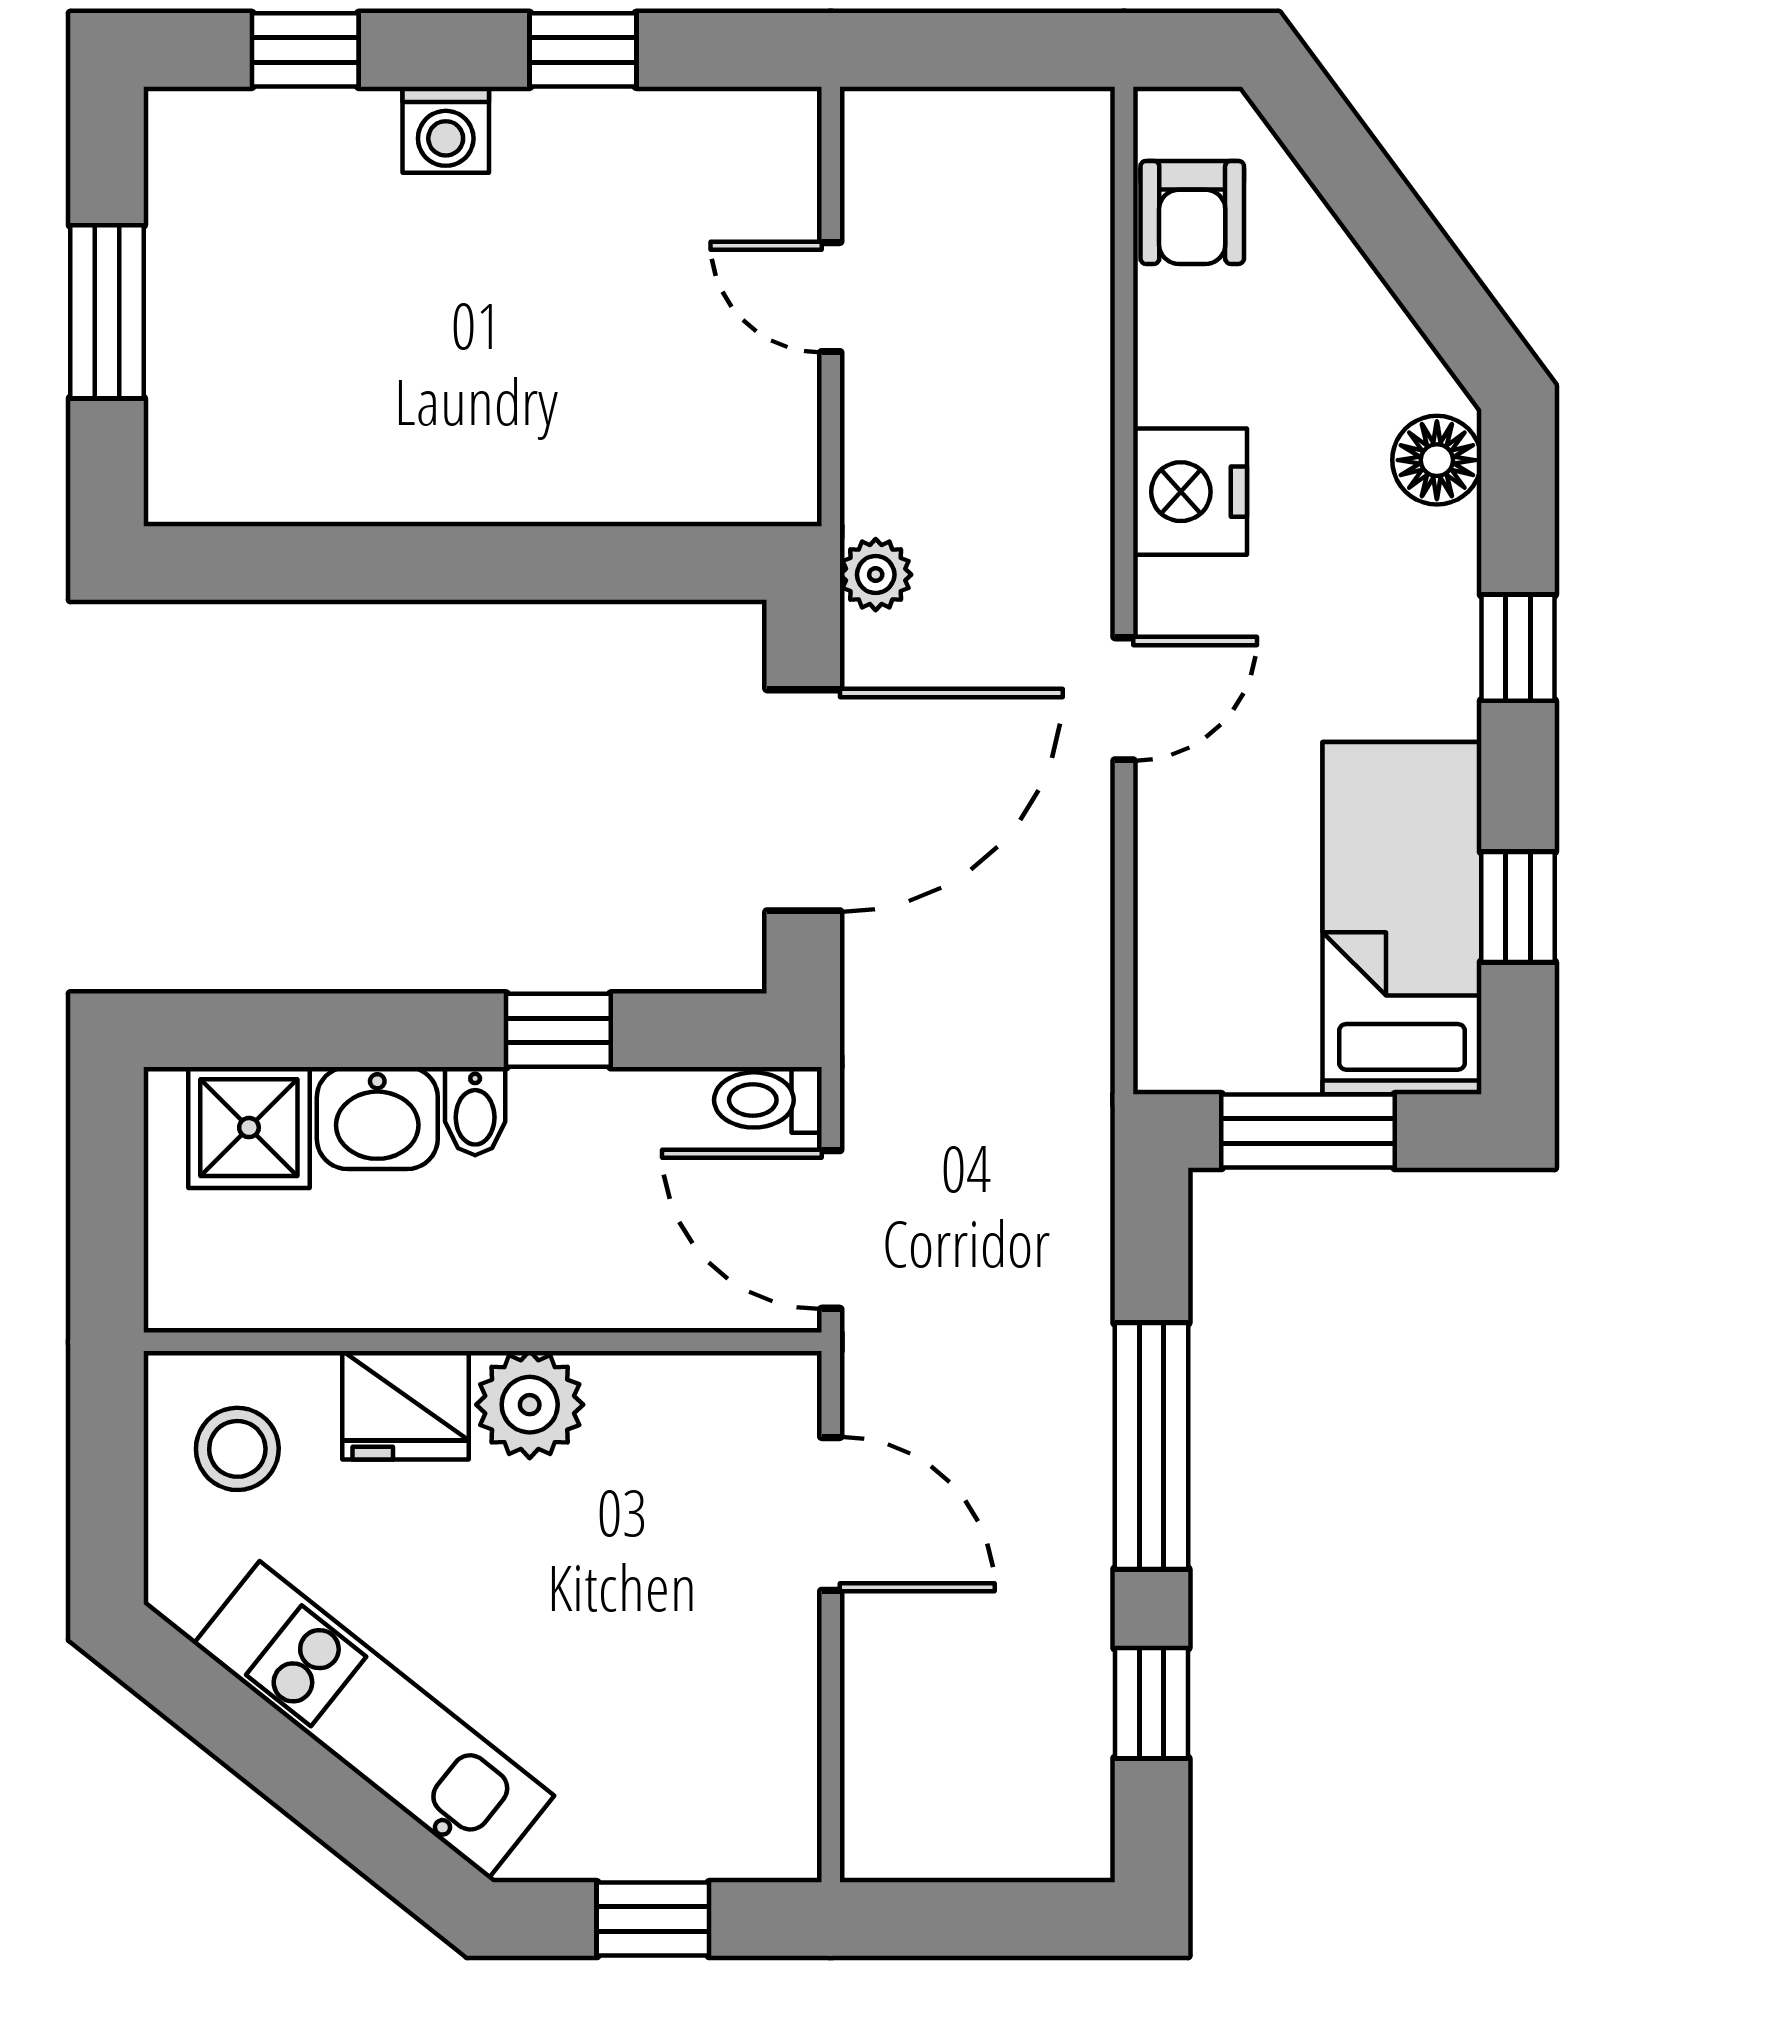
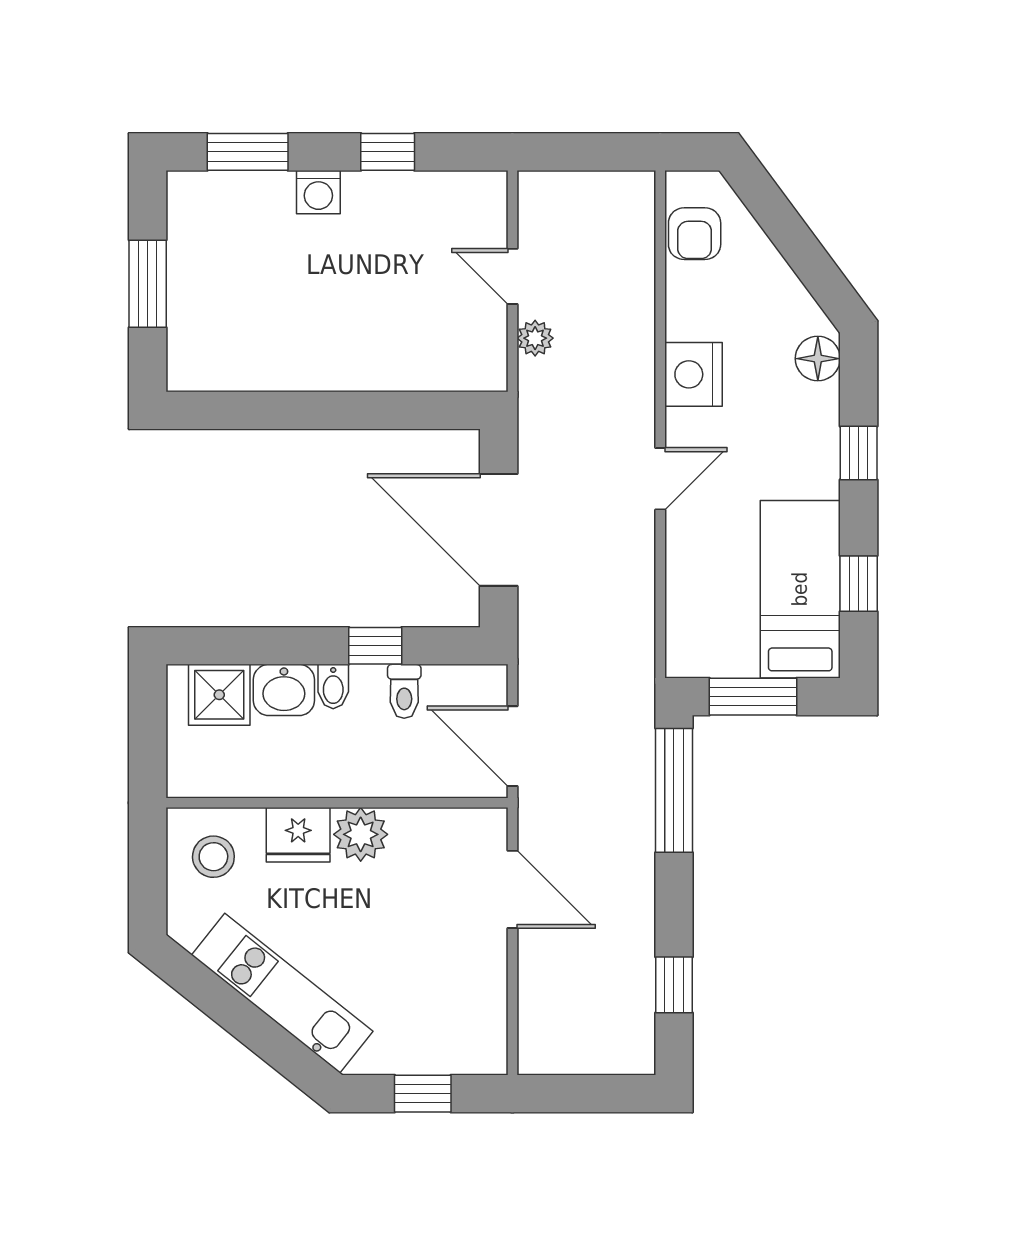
window: (305, 50) -> (248, 152), width x1.50
plant: (876, 575) -> (535, 338), moved
door: (803, 800) -> (499, 530), swing flipped
toilet: (768, 1100) -> (404, 691), moved, turned -90
window: (1151, 1446) -> (674, 790), moved

